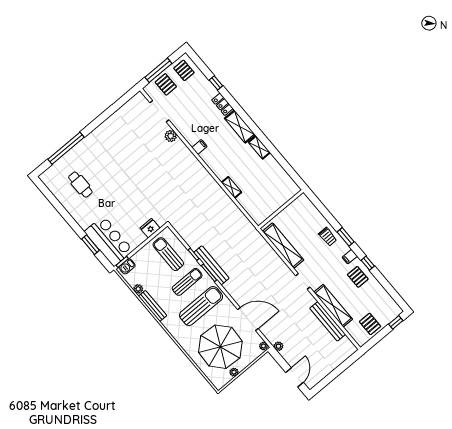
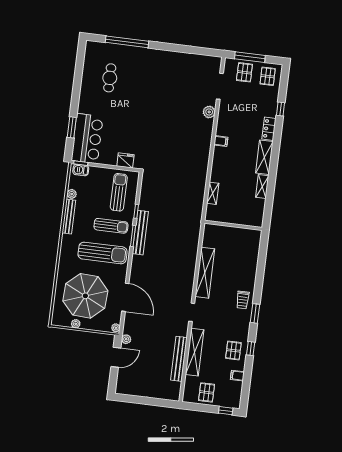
wall: (281, 209) -> (233, 225), moved
filing cabinet: (350, 257) -> (237, 376), moved
door: (294, 377) -> (116, 357), moved

